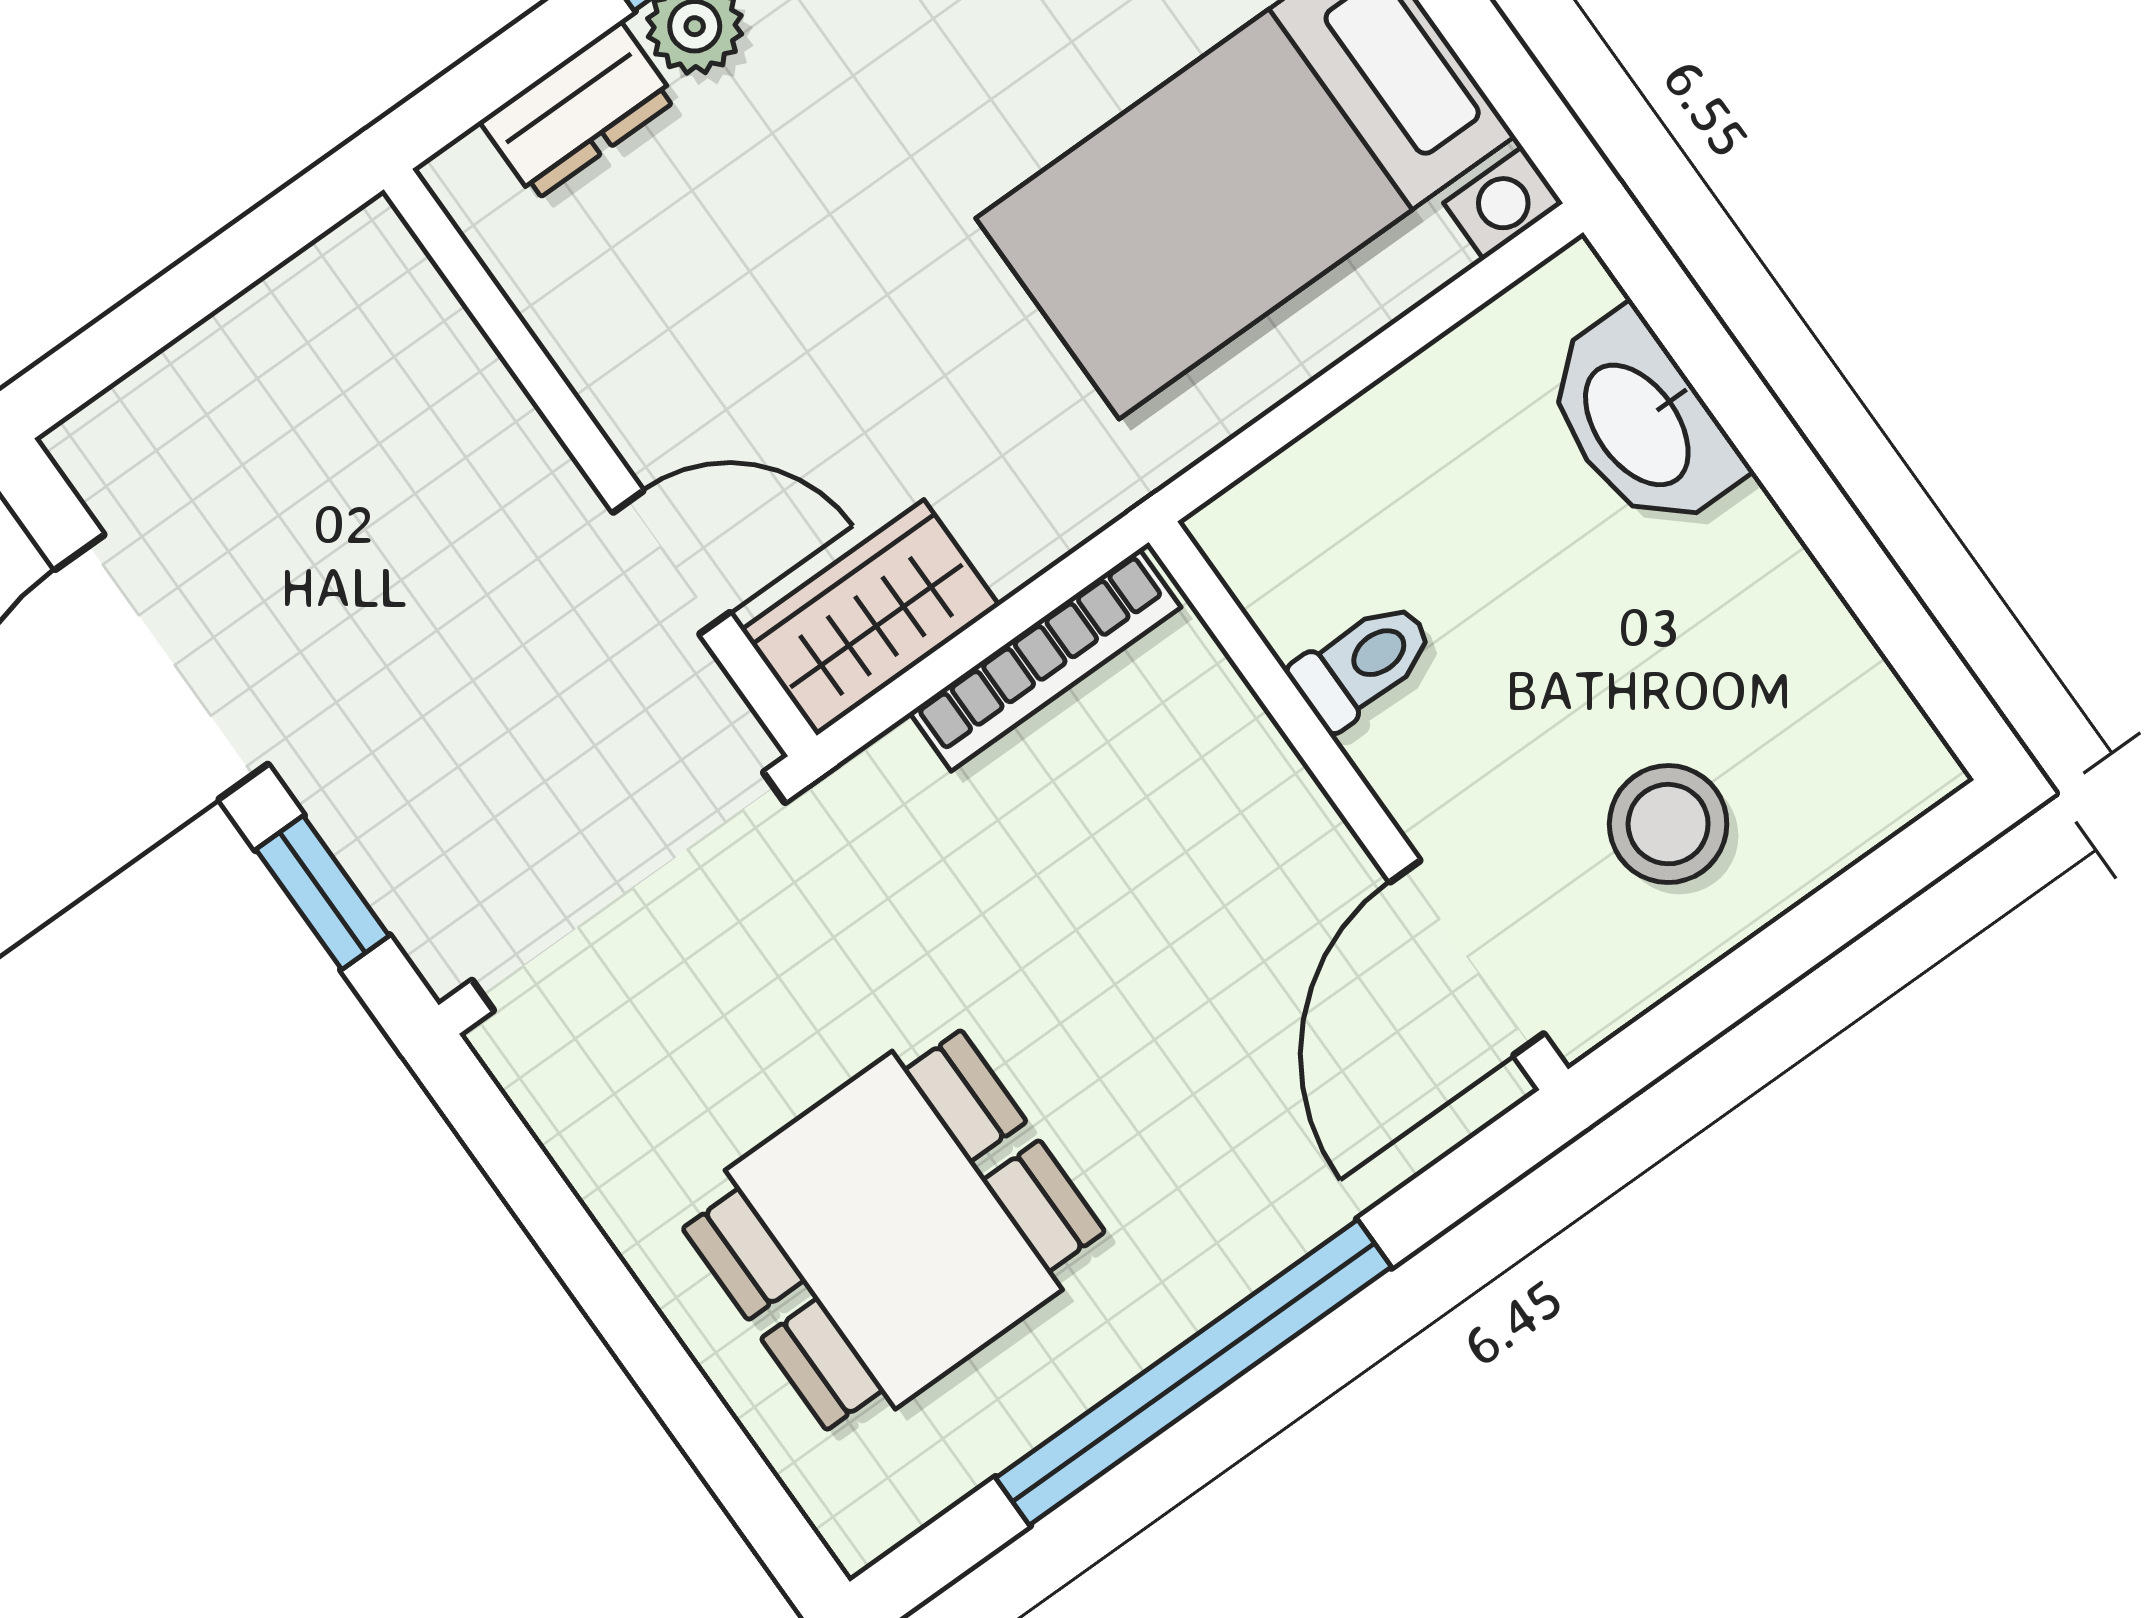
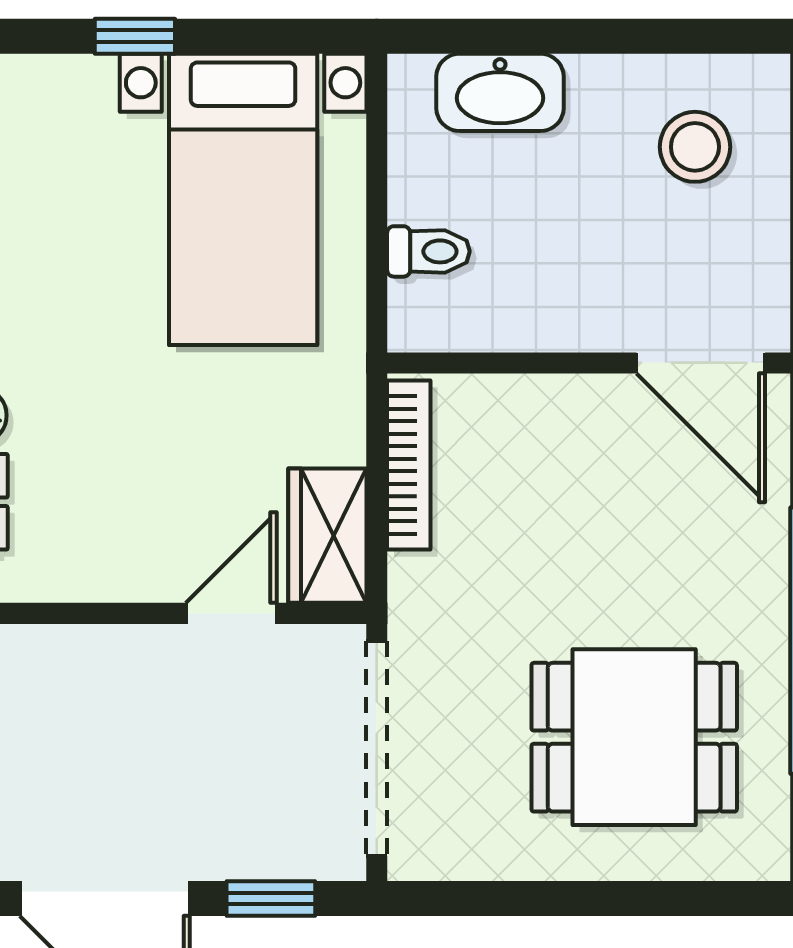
toilet: (1363, 664) -> (428, 251), moved, turned 90
stool: (1668, 824) -> (695, 147), moved
dining table: (894, 1230) -> (634, 737), turned 90

